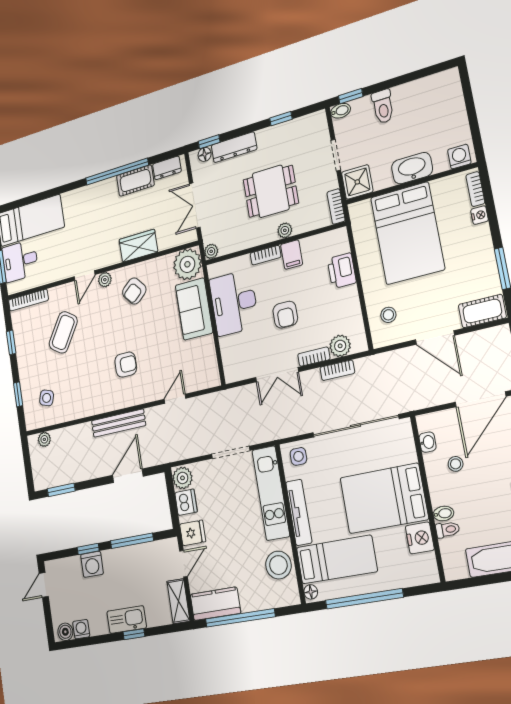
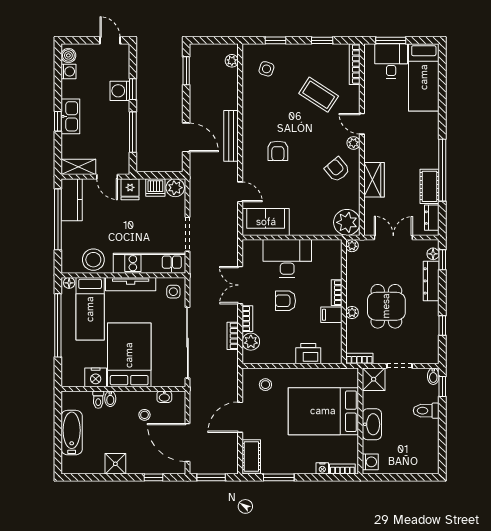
desk: (234, 303) -> (287, 258), moved
sofa: (194, 309) -> (266, 222), moved

